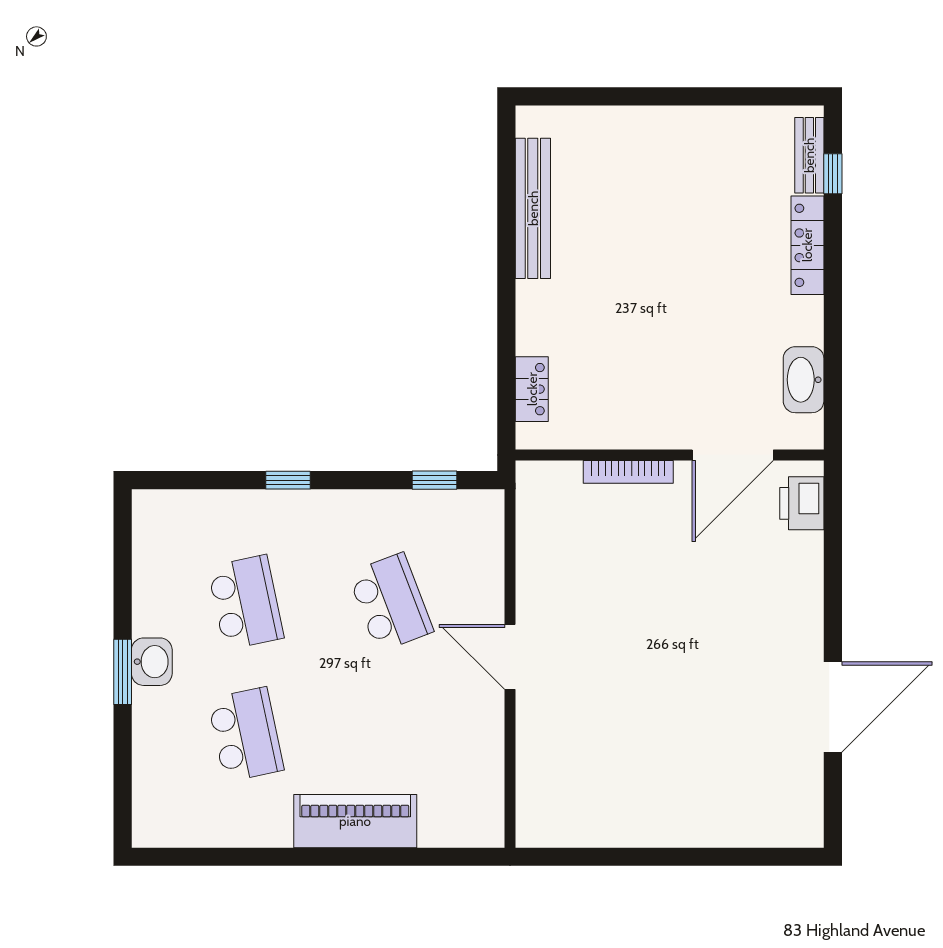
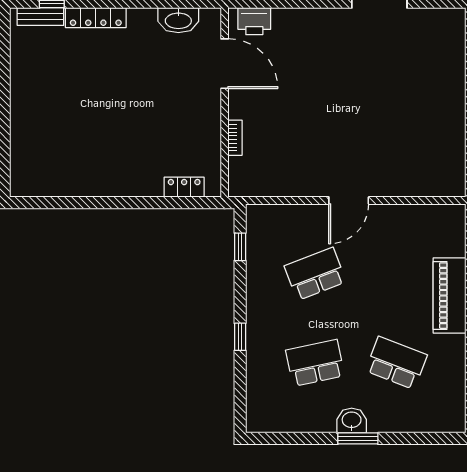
bench: (533, 208) -> (73, 186), removed
bookcase: (628, 472) -> (235, 138), width x0.64
school desk: (246, 734) -> (396, 363), turned 33

